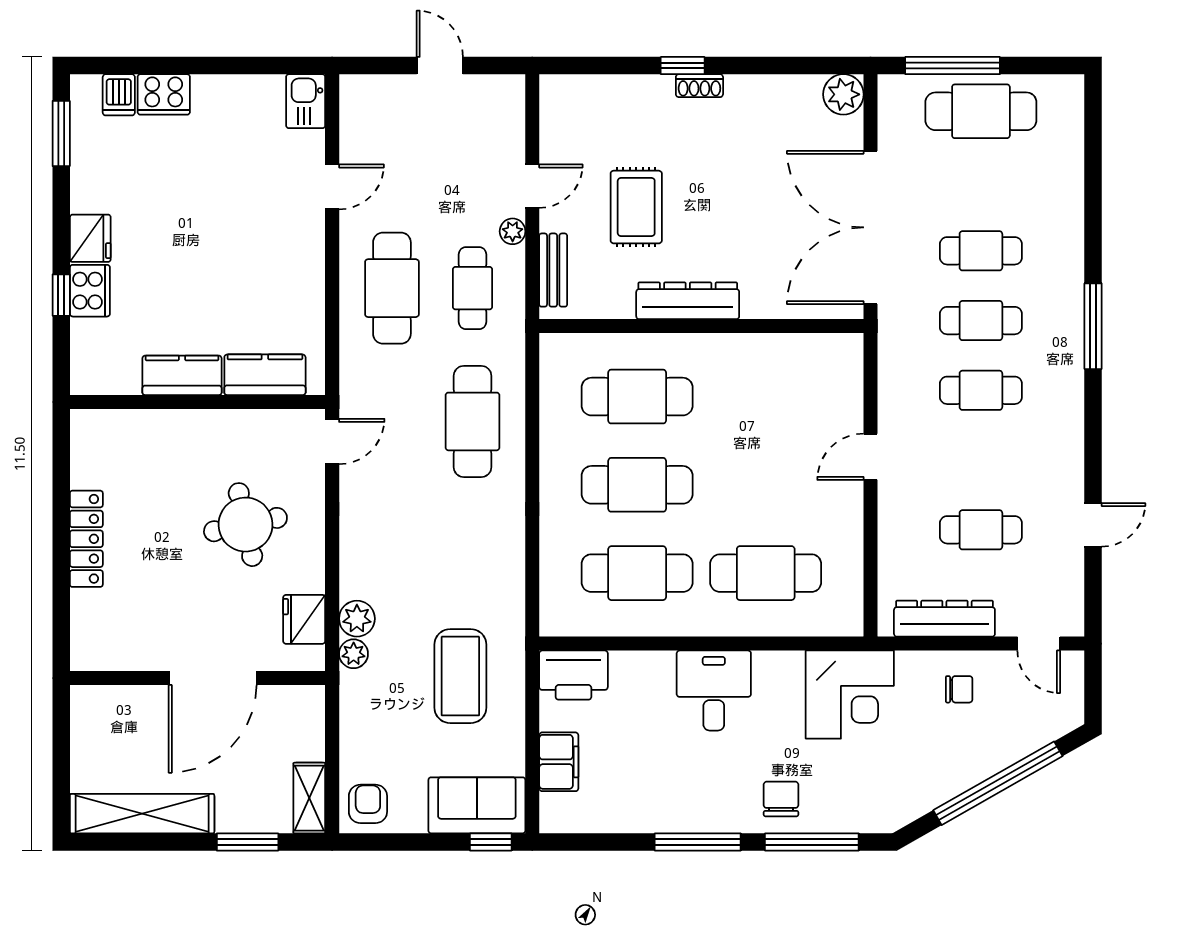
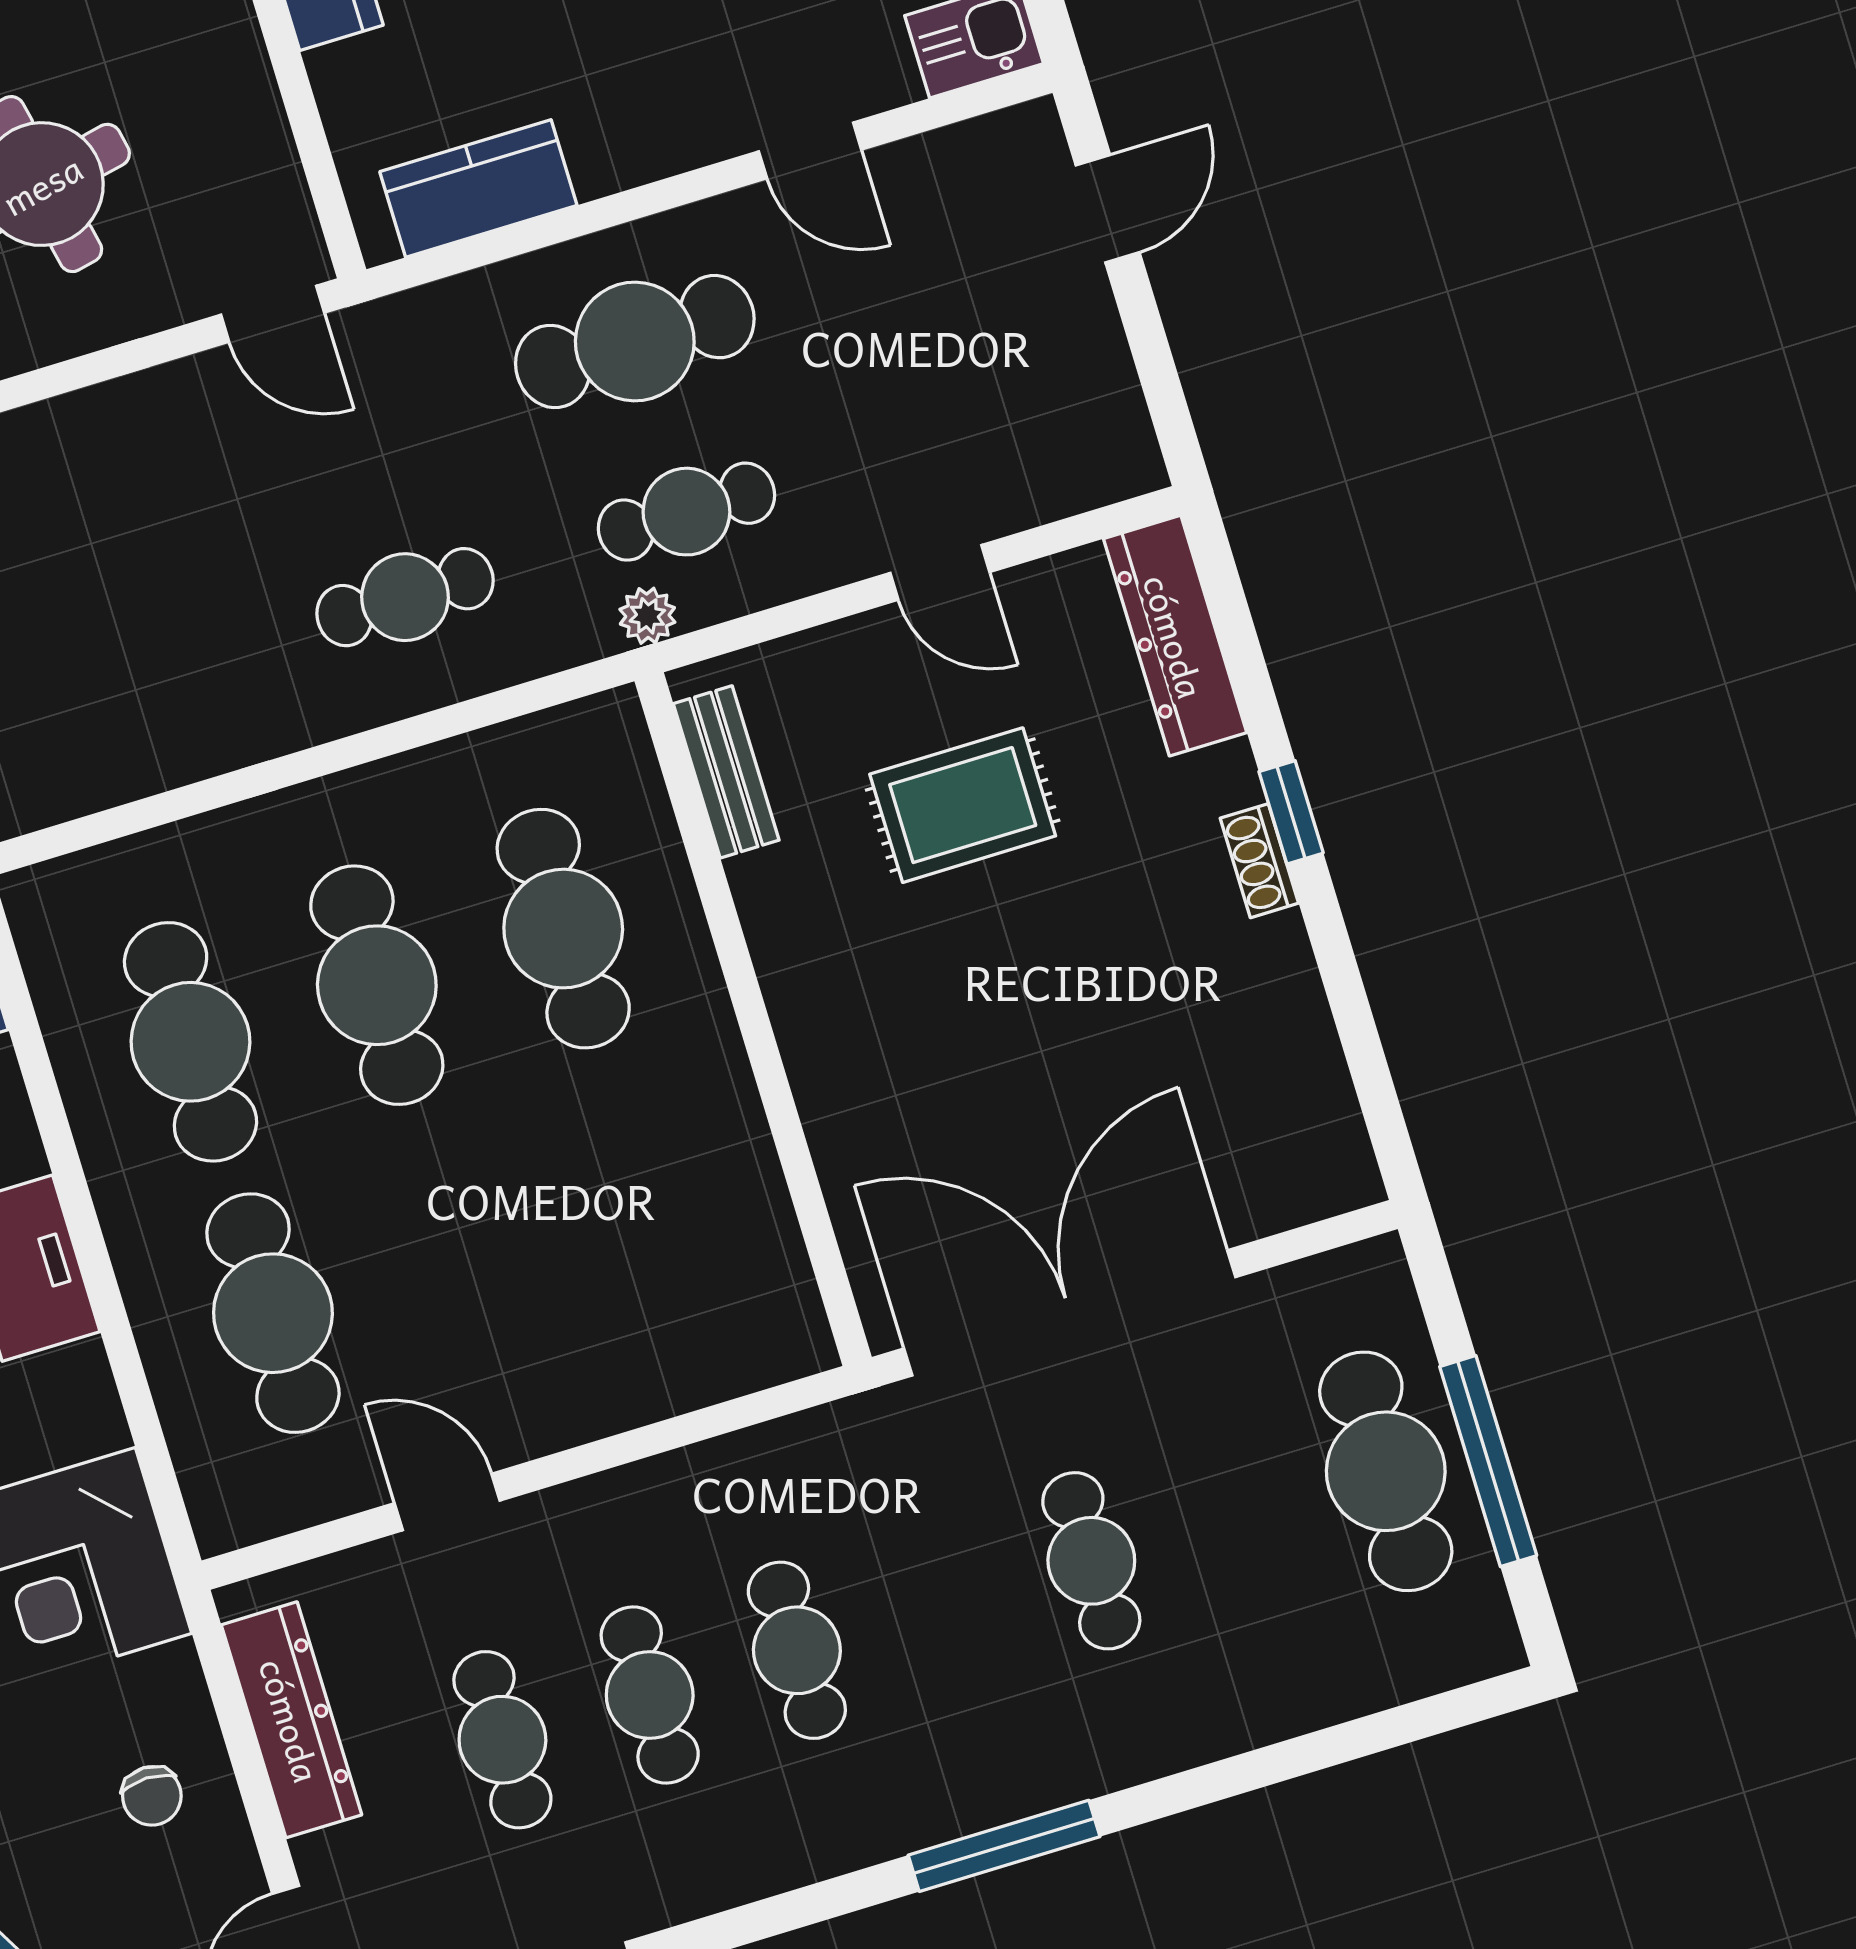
door: (440, 66) -> (1108, 209), moved
window: (953, 66) -> (1488, 1461), moved
plant: (843, 94) -> (1333, 1170), removed
plant: (513, 231) -> (647, 616), moved
bench: (553, 270) -> (726, 772), moved, turned 90
dresser: (688, 301) -> (1175, 636), moved, turned 180
cafe table: (981, 321) -> (650, 1695), moved
kitchen counter: (265, 375) -> (478, 188), moved, turned -90
cafe table: (473, 421) -> (405, 597), width x0.73, depth x0.74
door: (870, 457) -> (447, 1502), moved

